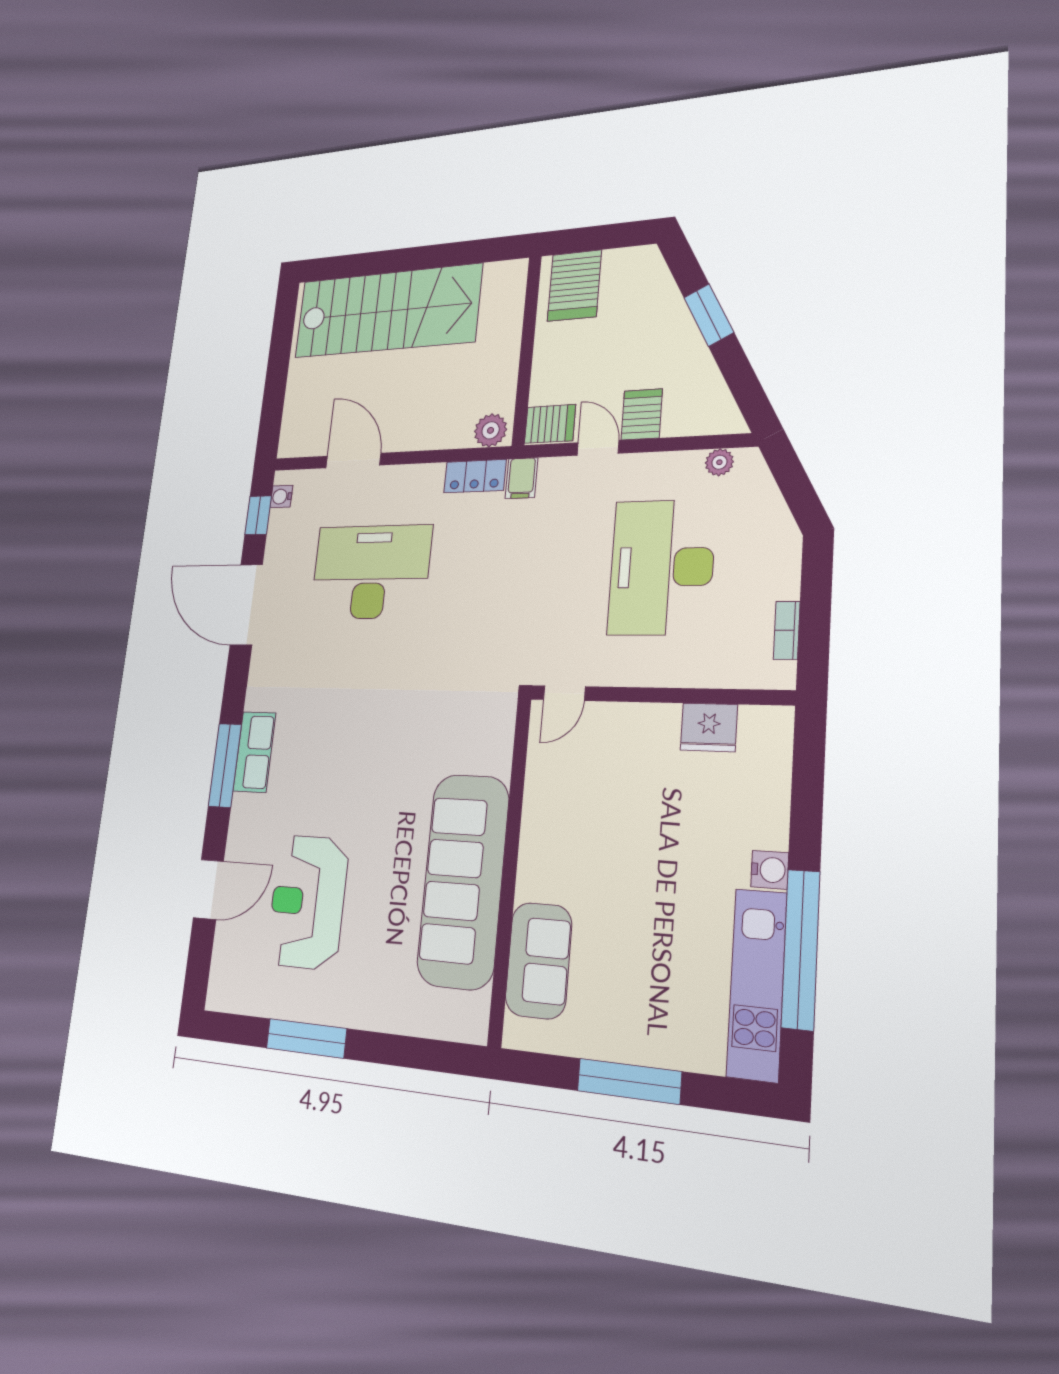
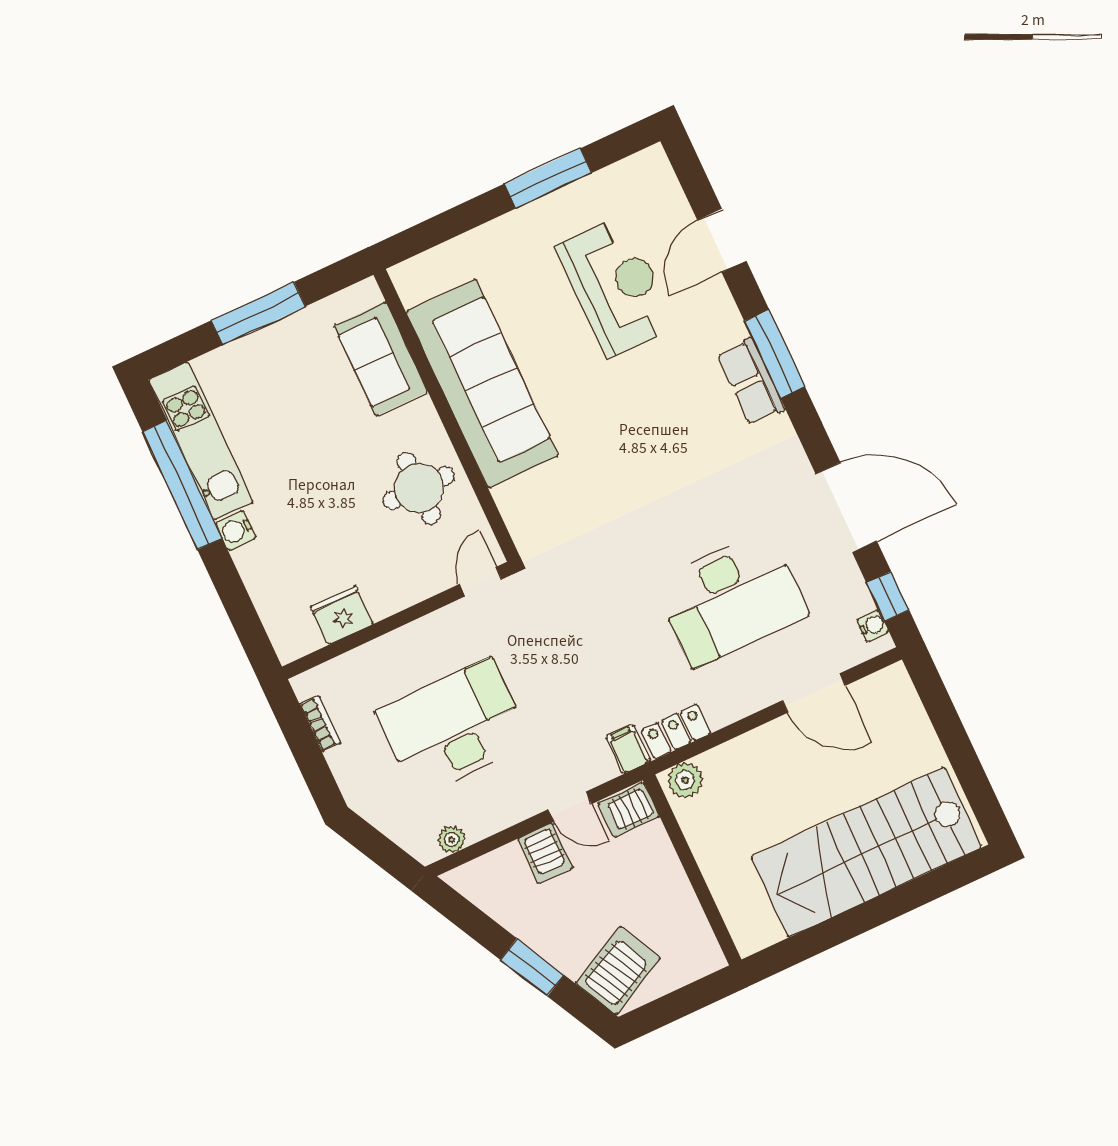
server rack: (574, 286) -> (618, 971), moved, turned 63
desk: (662, 567) -> (454, 728), turned -90
round table: (571, 813) -> (419, 488), added

